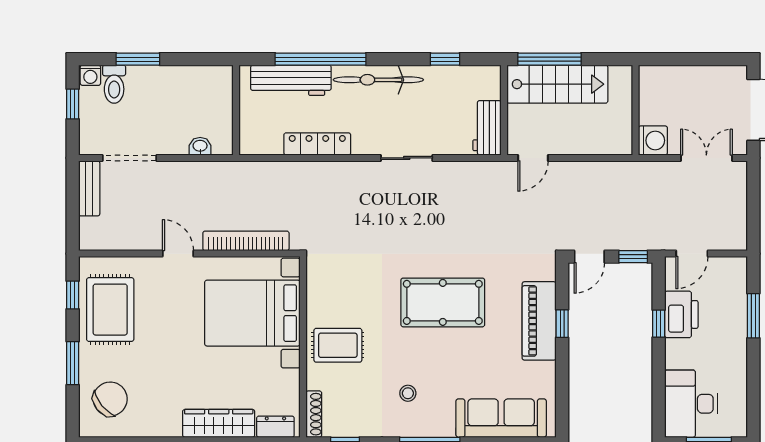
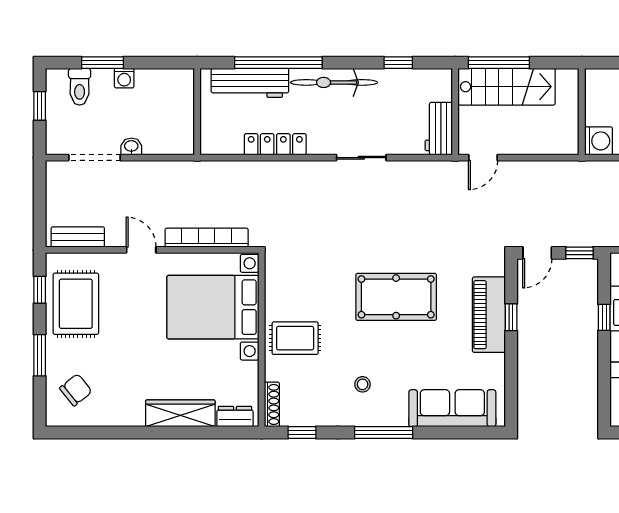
washing machine: (90, 75) -> (124, 78), moved
washbasin: (200, 146) -> (131, 146), moved
bench: (89, 188) -> (78, 237), moved, turned 90
chair: (110, 399) -> (76, 390), width x0.73, depth x0.73

